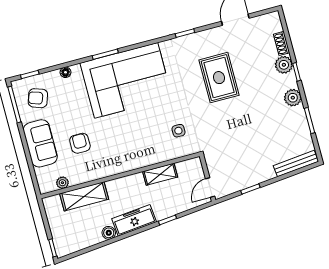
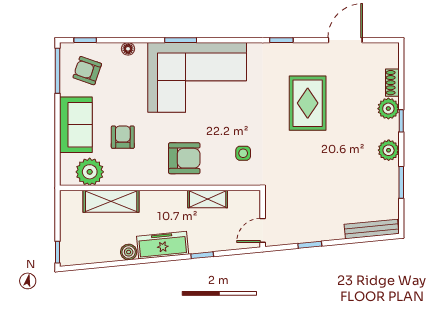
armchair: (133, 147) -> (184, 158), added
plant: (62, 183) -> (90, 172), width x1.87, depth x1.87

